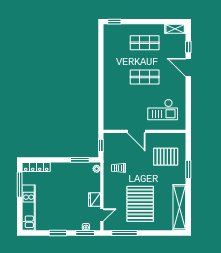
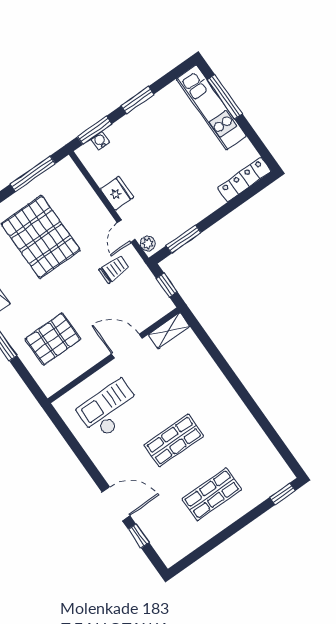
shelving: (175, 29) -> (169, 331), moved
window: (20, 185) -> (225, 97), moved
door: (102, 215) -> (126, 231), moved

